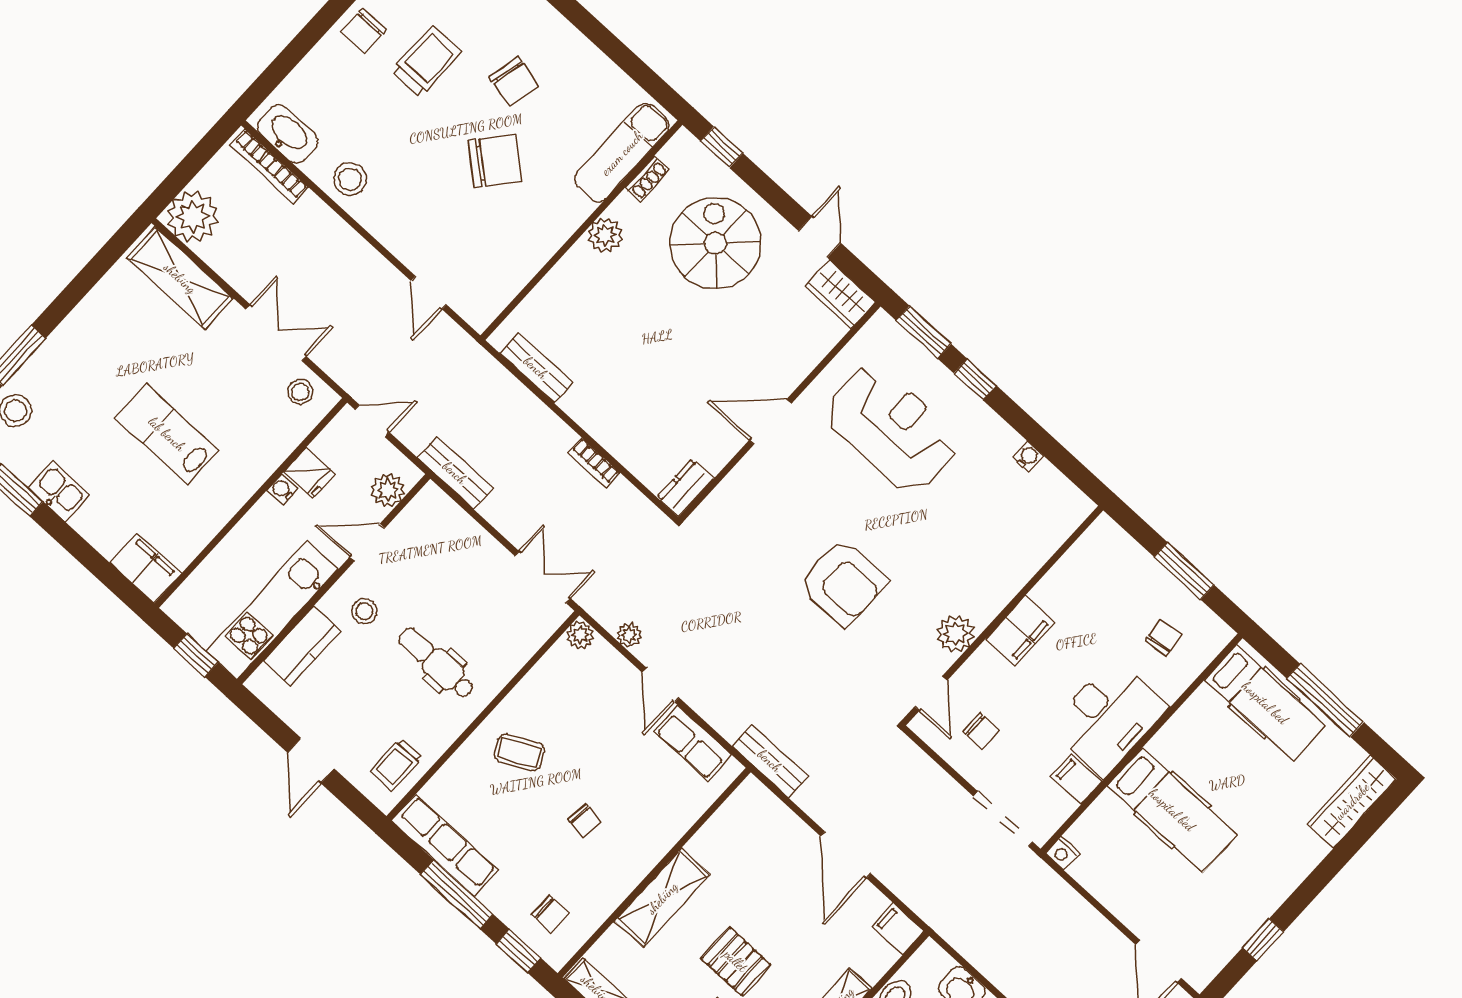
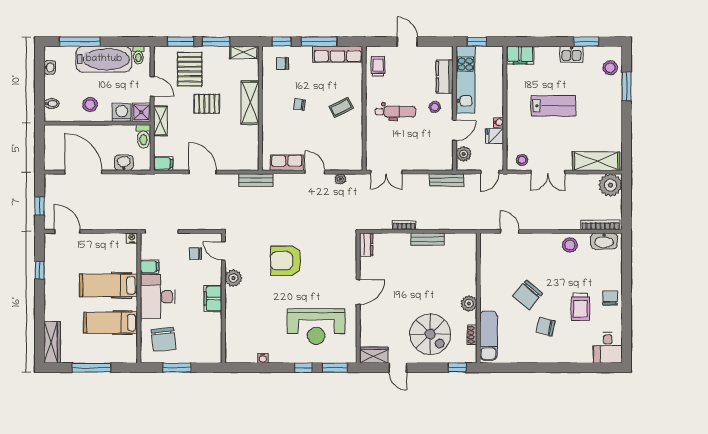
bench: (536, 368) -> (427, 239), moved
plant: (580, 635) -> (356, 164), removed
chair: (1163, 638) -> (164, 339), width x1.87, depth x1.87
hospital bed: (1265, 703) -> (111, 323), moved

